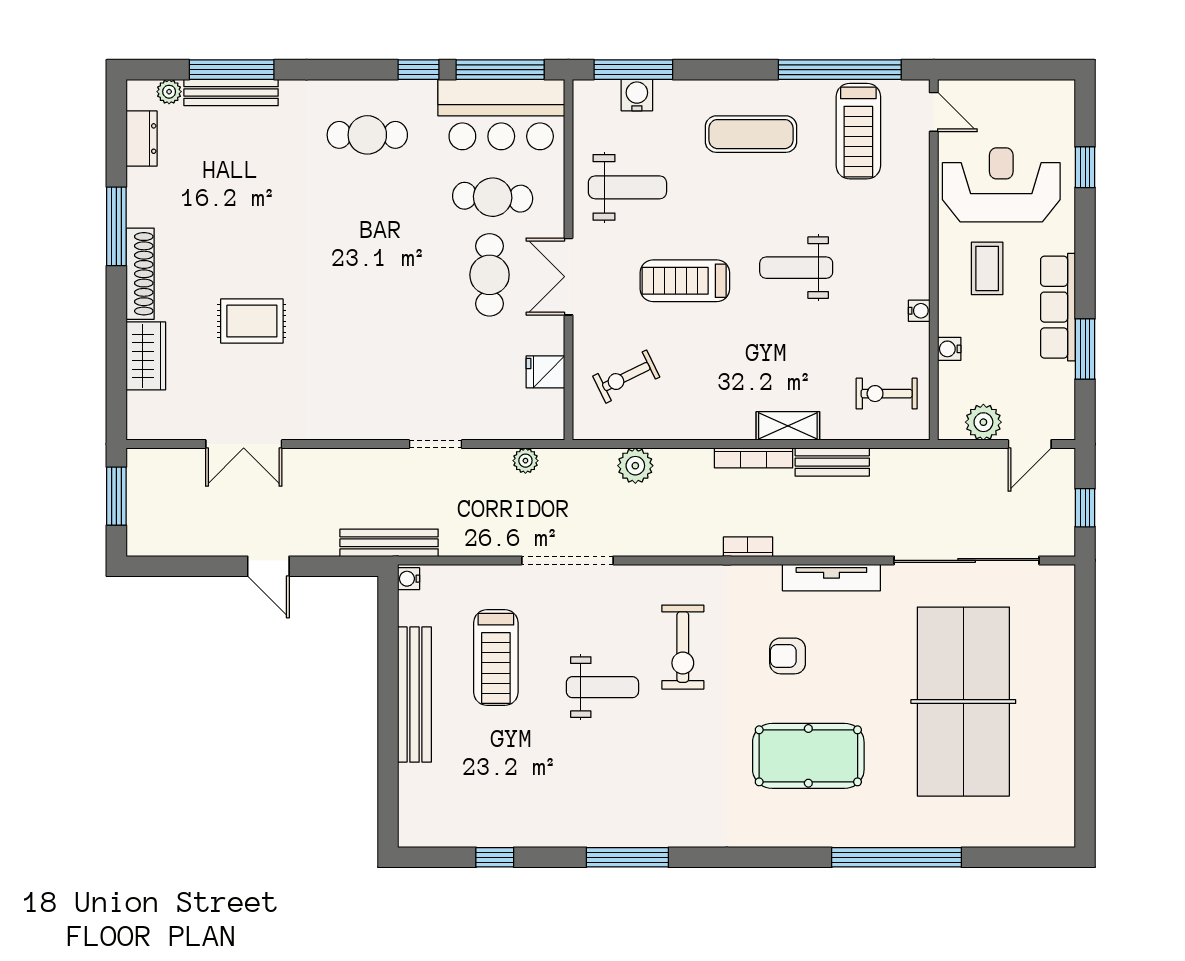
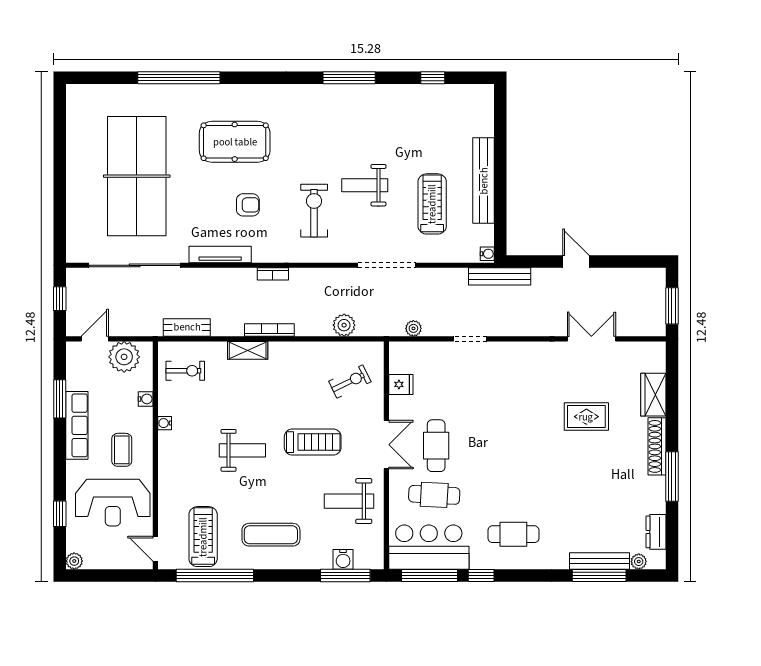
plant: (1062, 92) -> (74, 561), added
plant: (983, 422) -> (124, 357), width x1.36, depth x1.36
bench: (832, 462) -> (187, 327), moved

